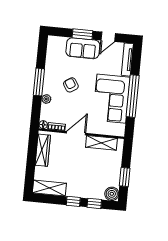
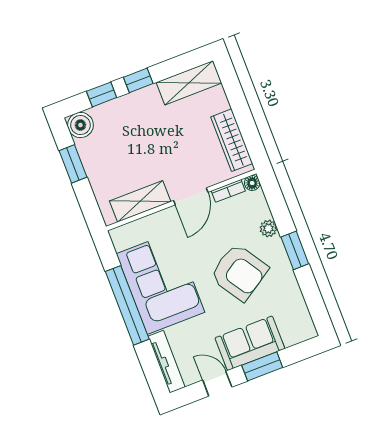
door: (108, 37) -> (217, 384), hinge flipped
window: (39, 82) -> (295, 250), width x0.69
armchair: (71, 85) -> (239, 272), width x1.88, depth x1.88

